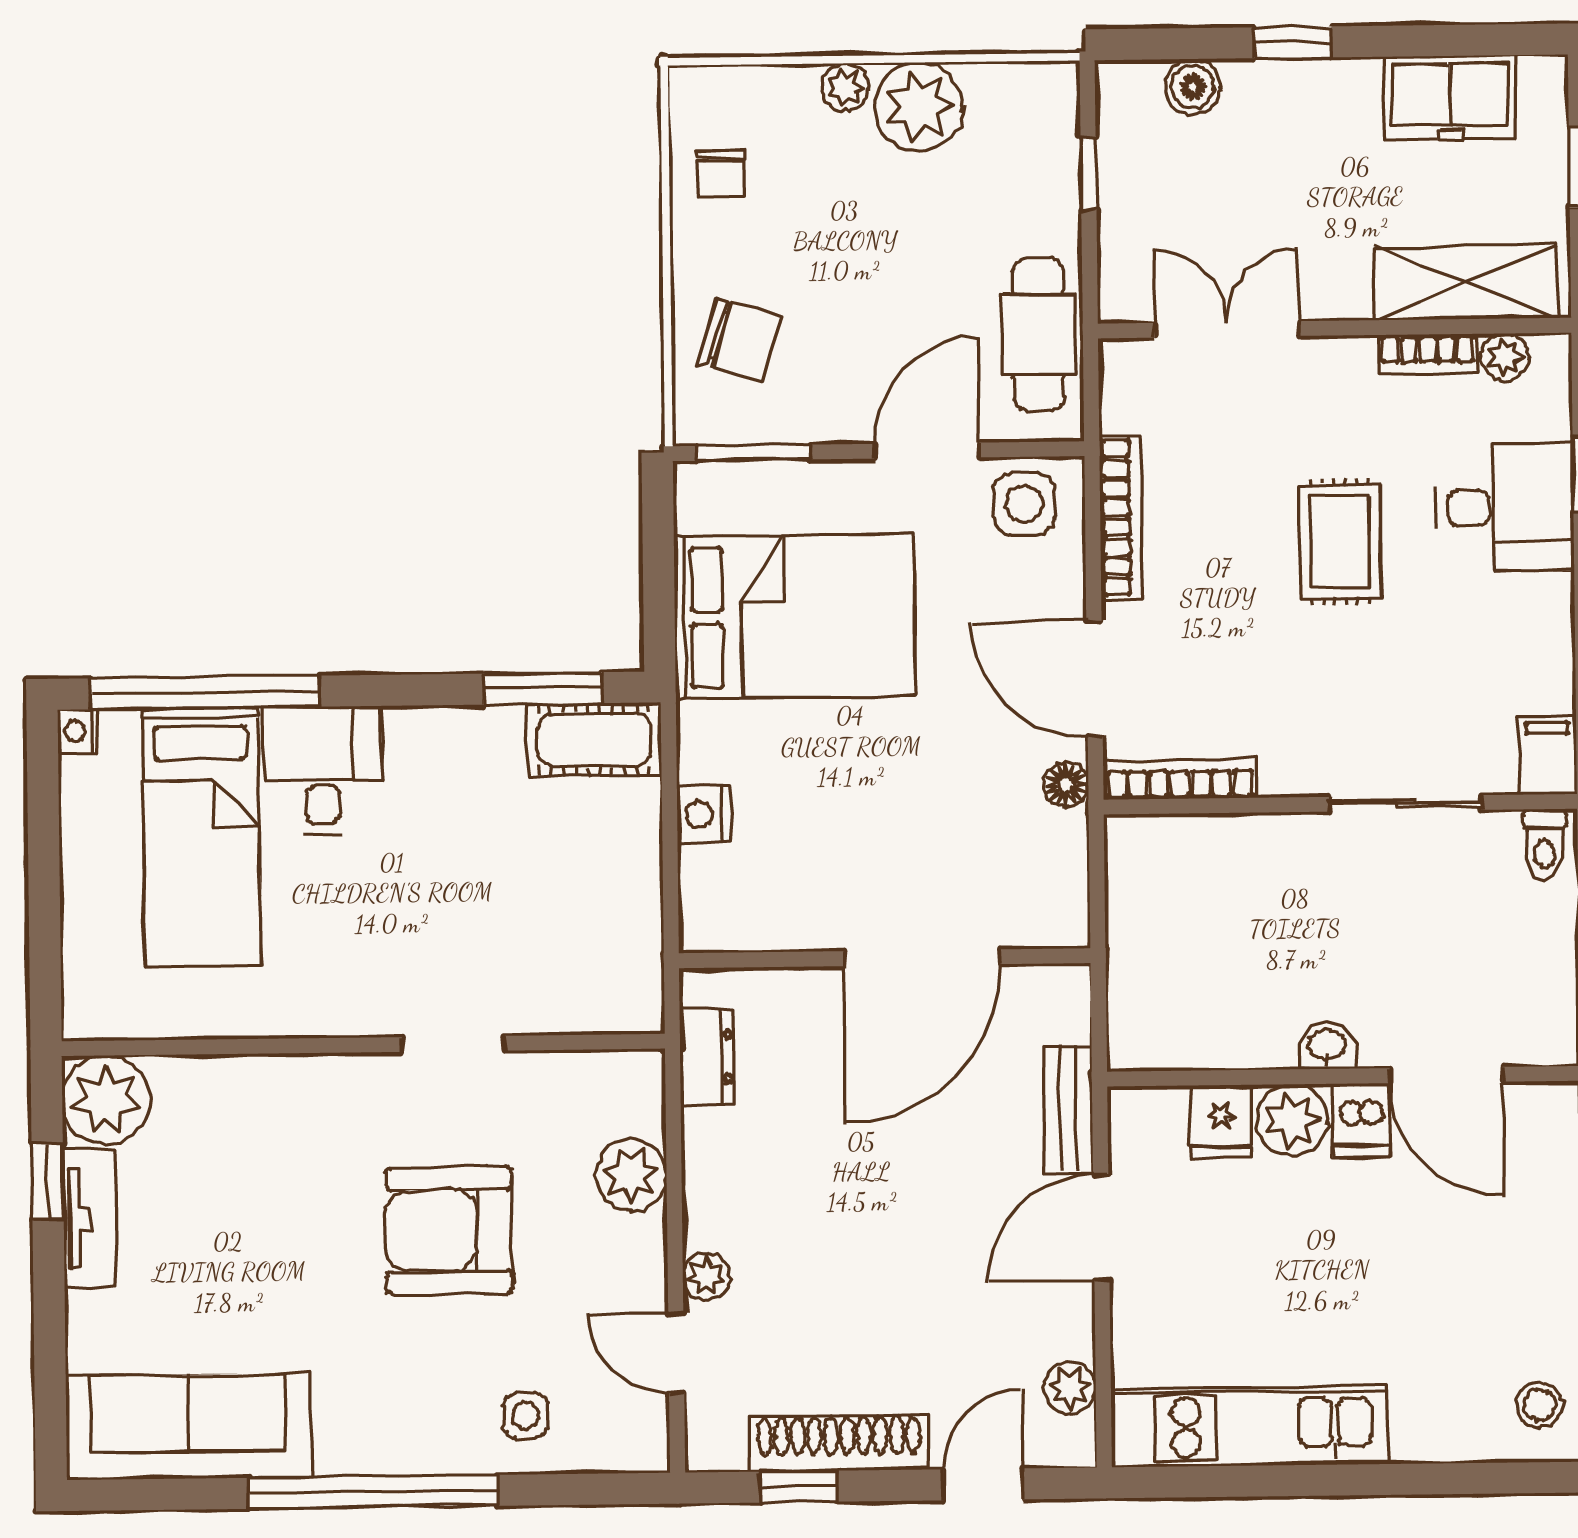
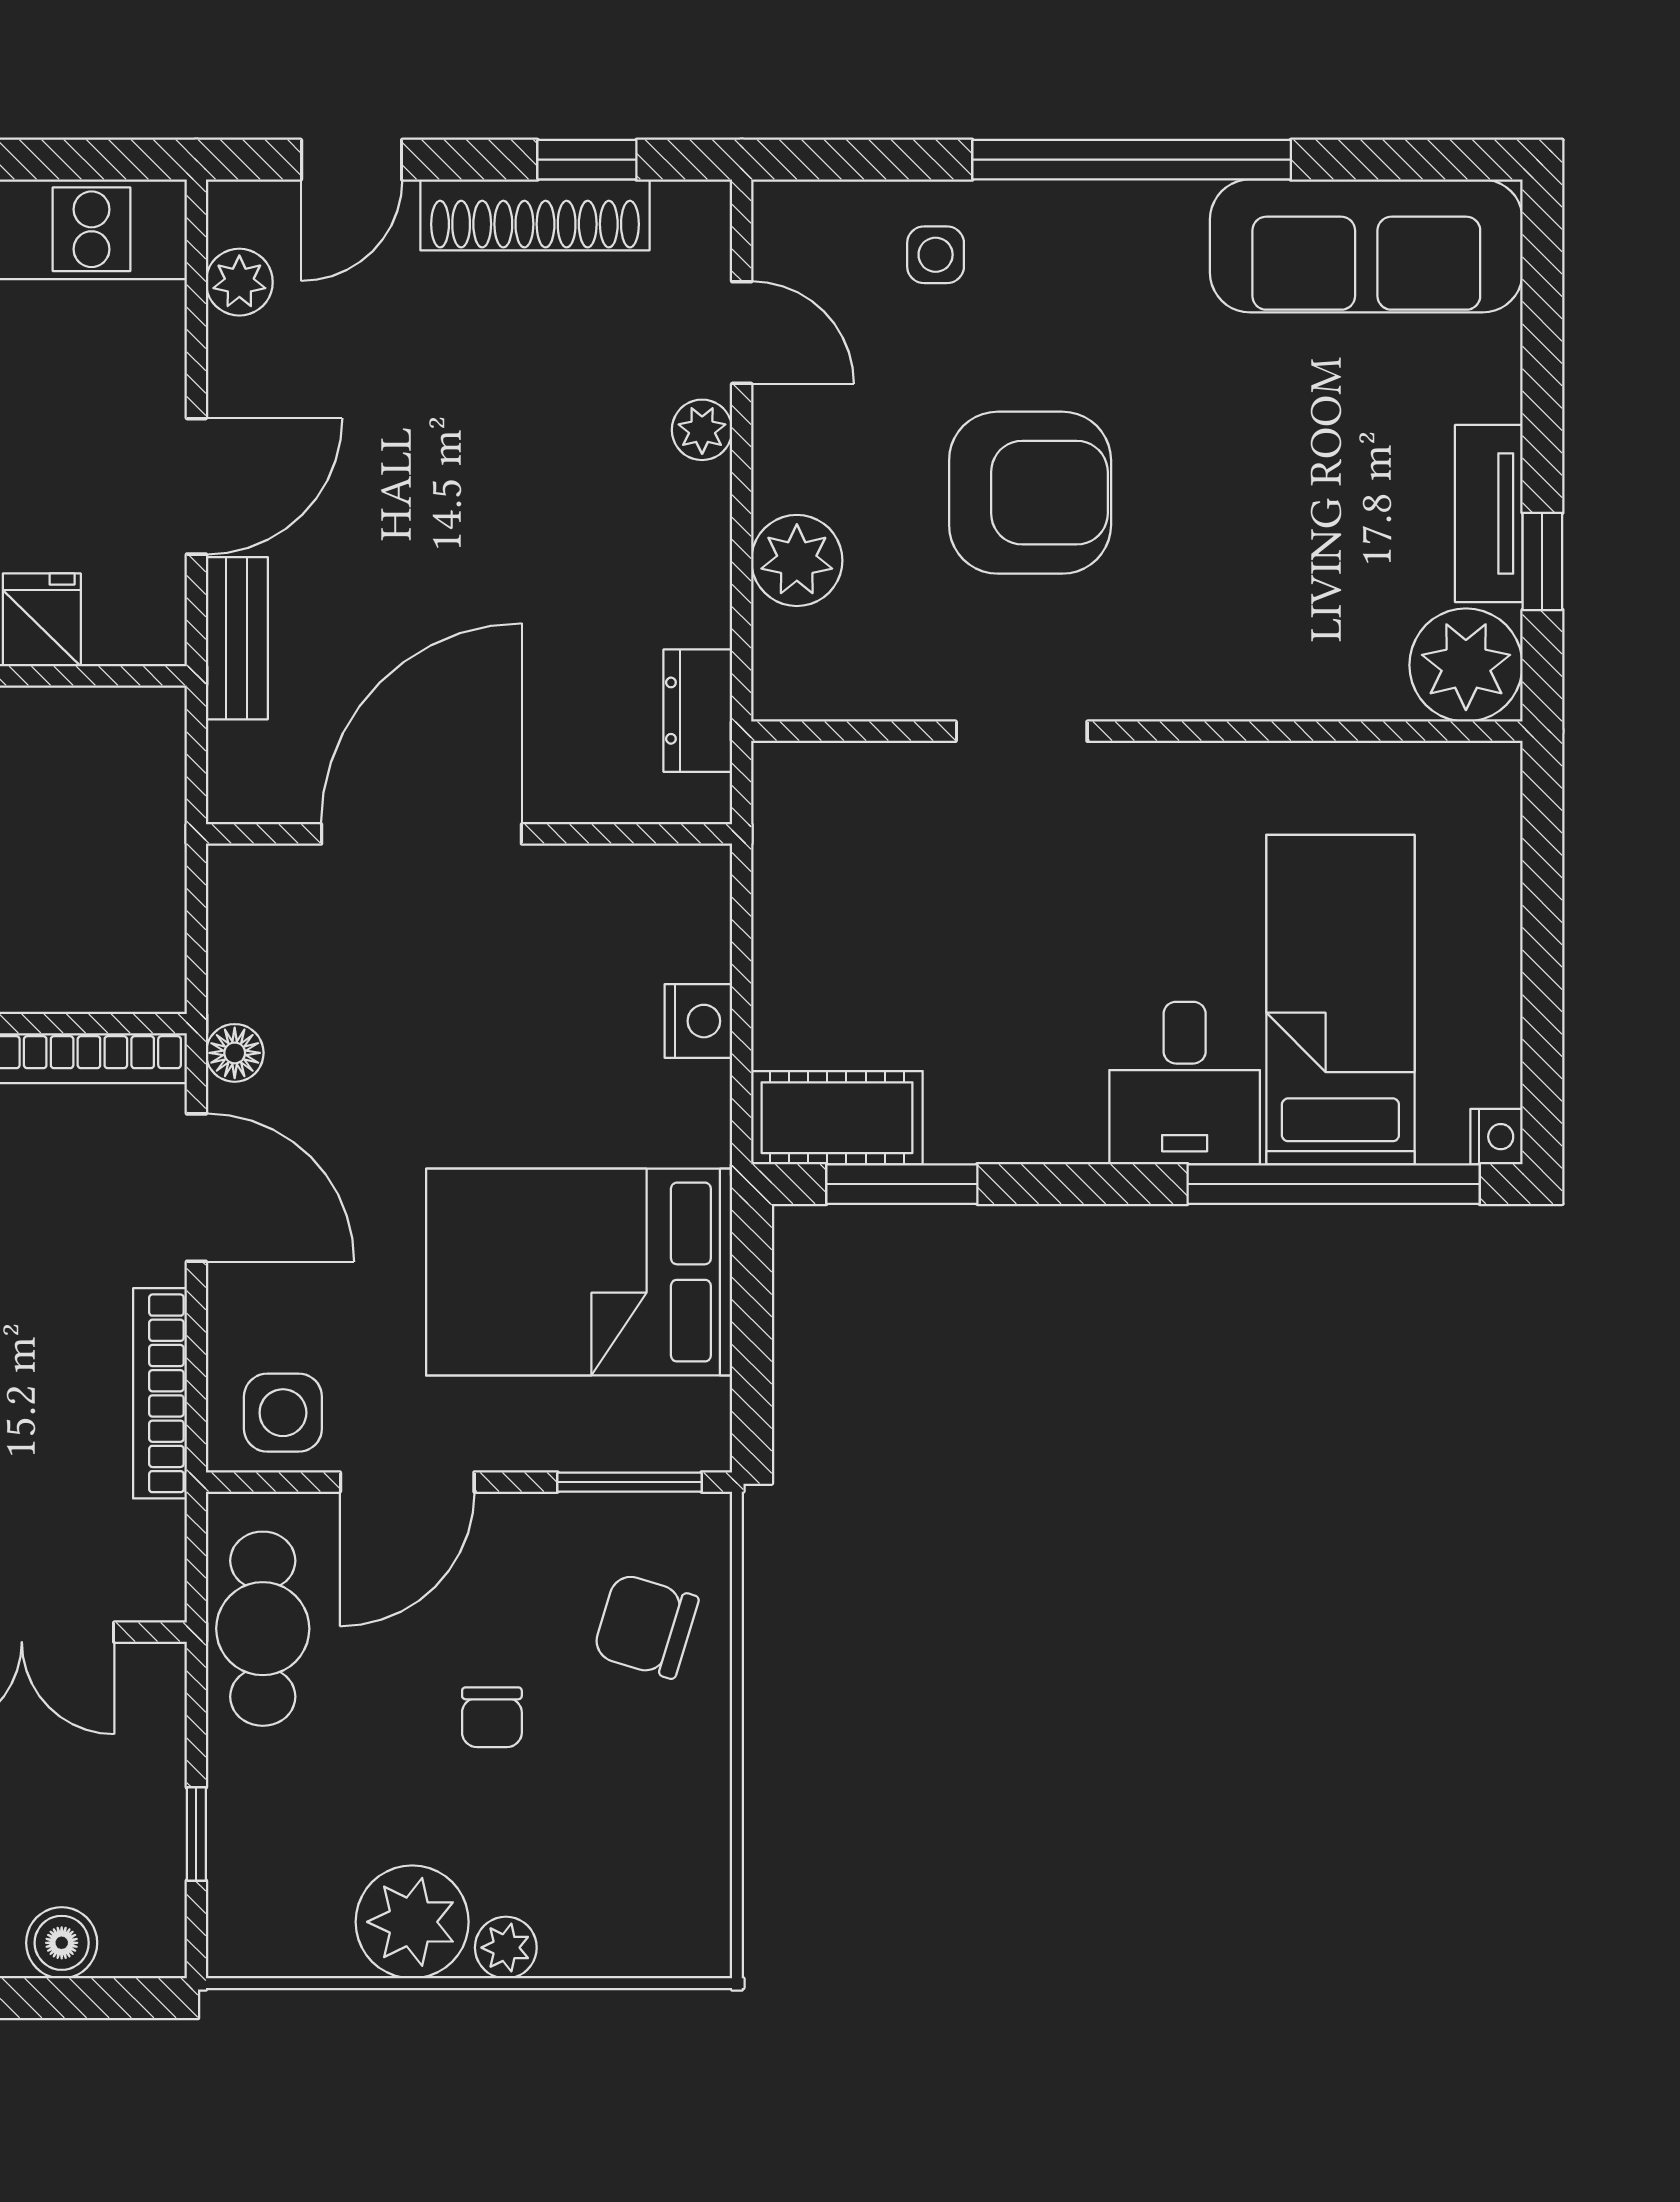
chair: (721, 174) -> (492, 1717), moved, turned 180

